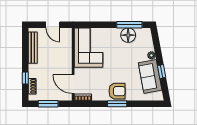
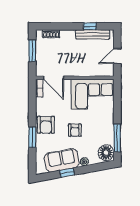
floor lamp: (128, 35) -> (106, 153), moved
armchair: (122, 64) -> (75, 130), added
window: (25, 78) -> (90, 26), moved
door: (73, 84) -> (54, 78), swing flipped
window: (117, 104) -> (32, 137), moved

